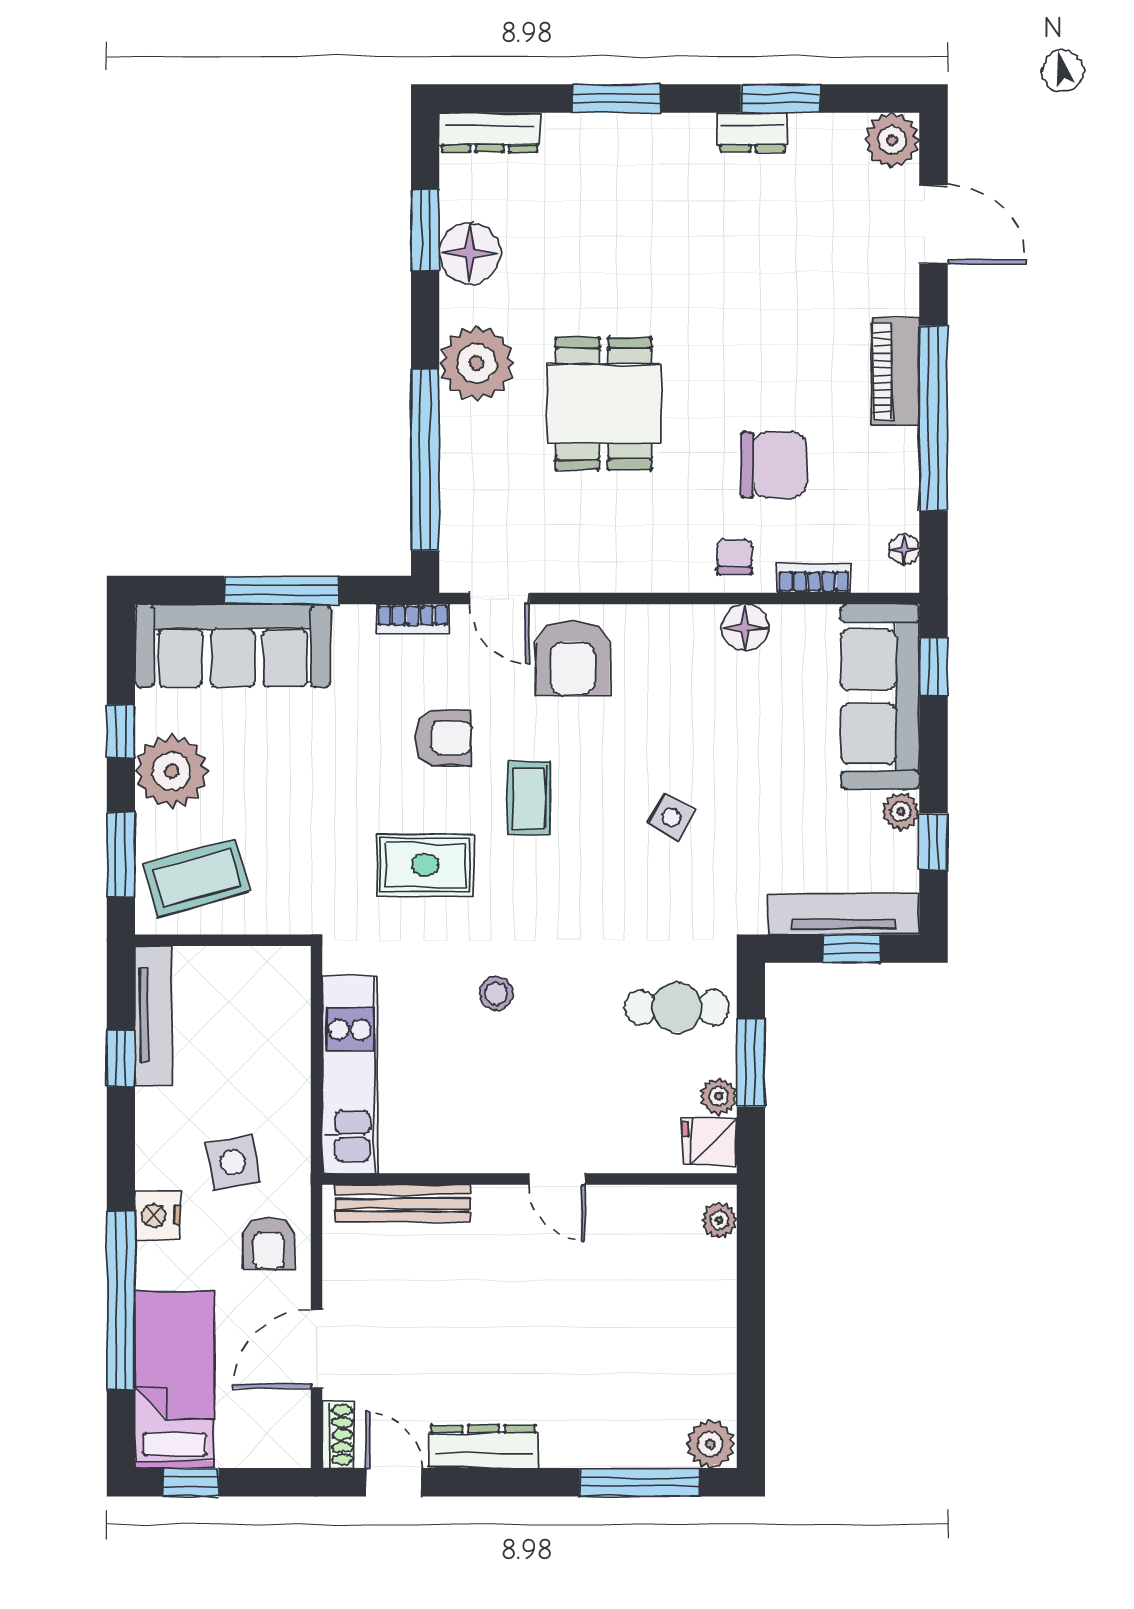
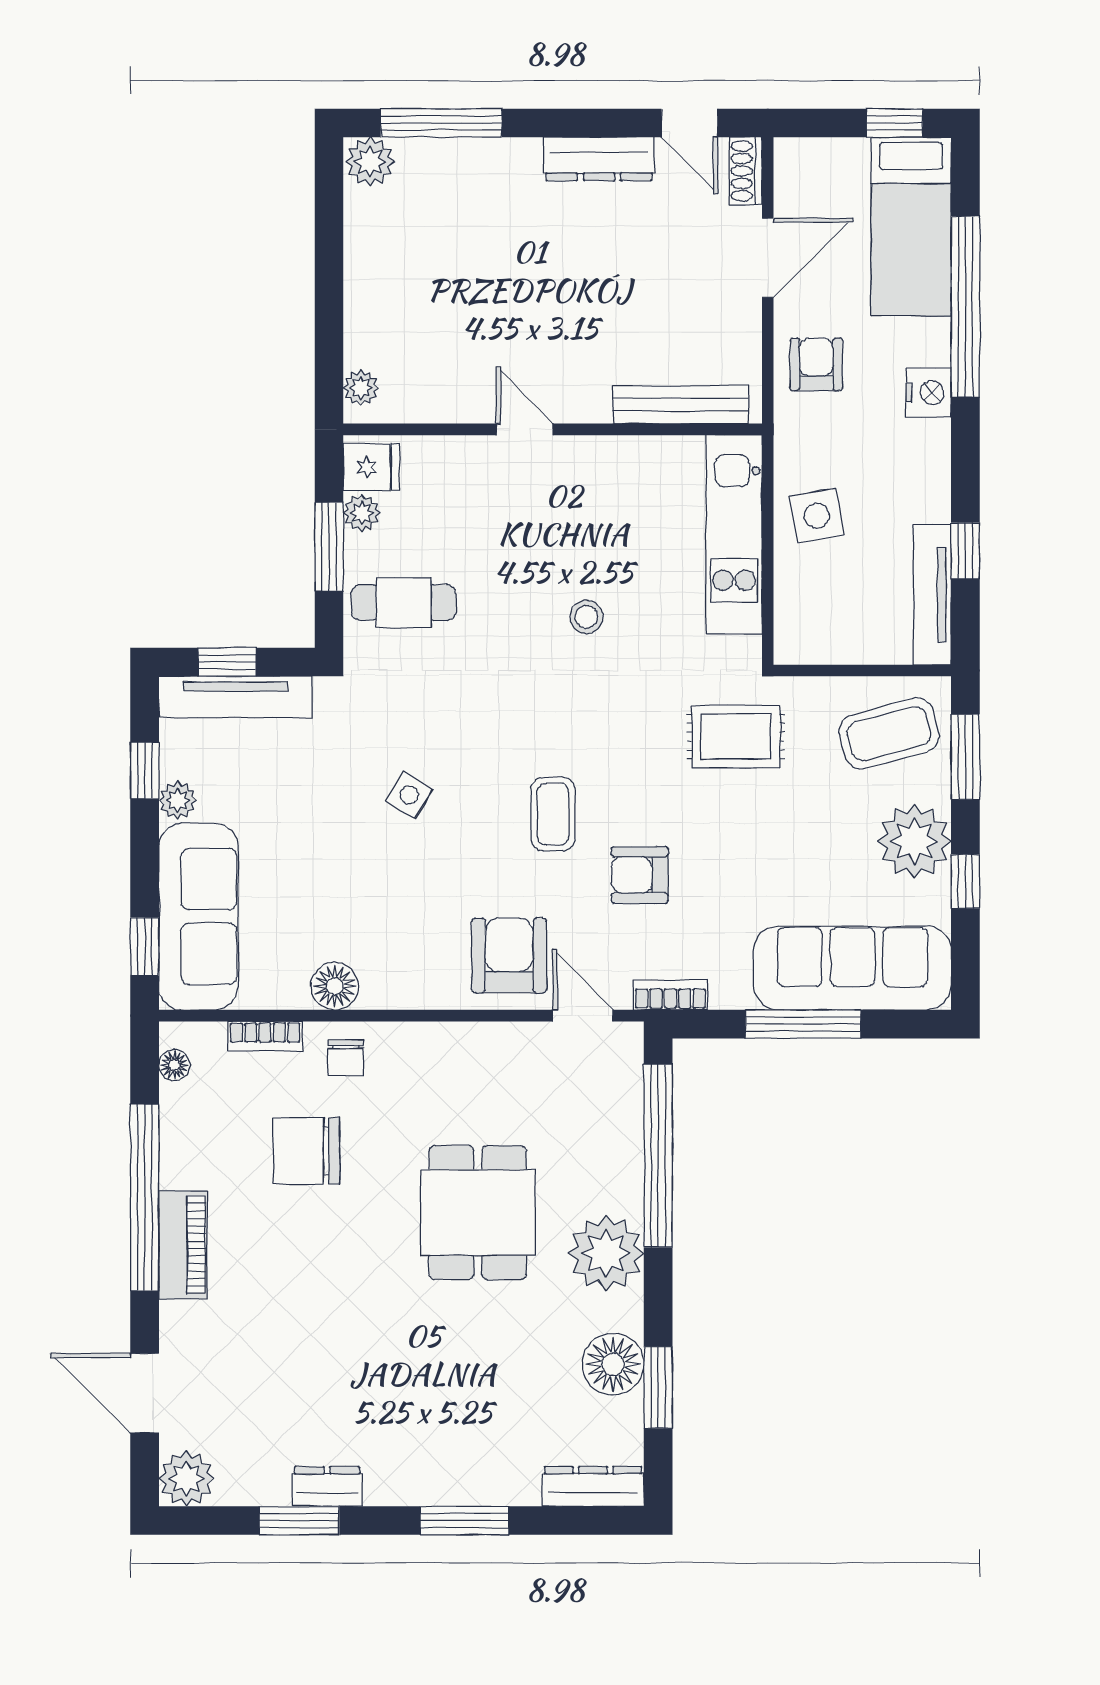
rug: (425, 865) -> (736, 737), moved
side table: (233, 1162) -> (817, 516), moved

